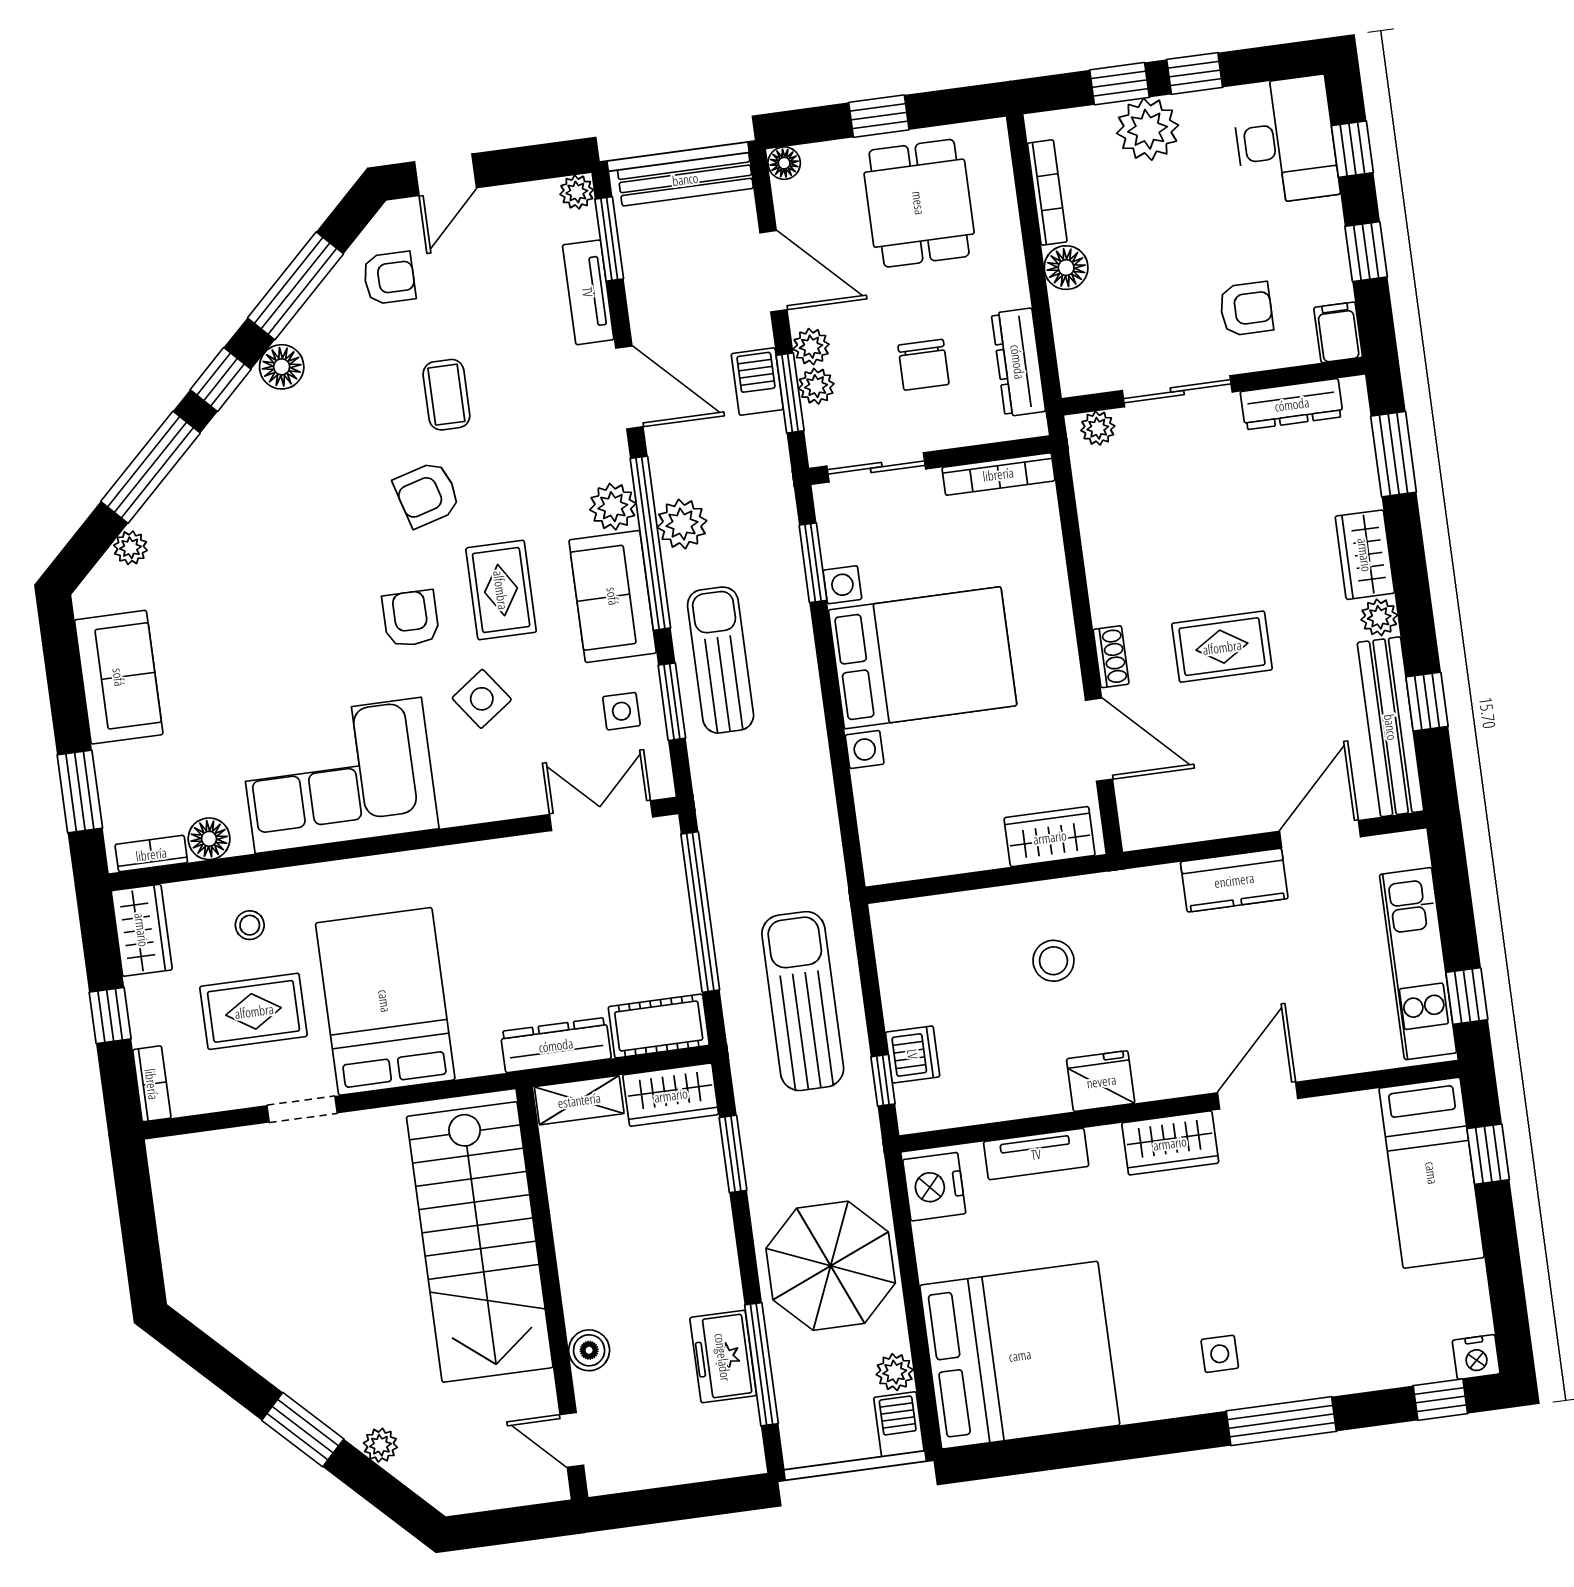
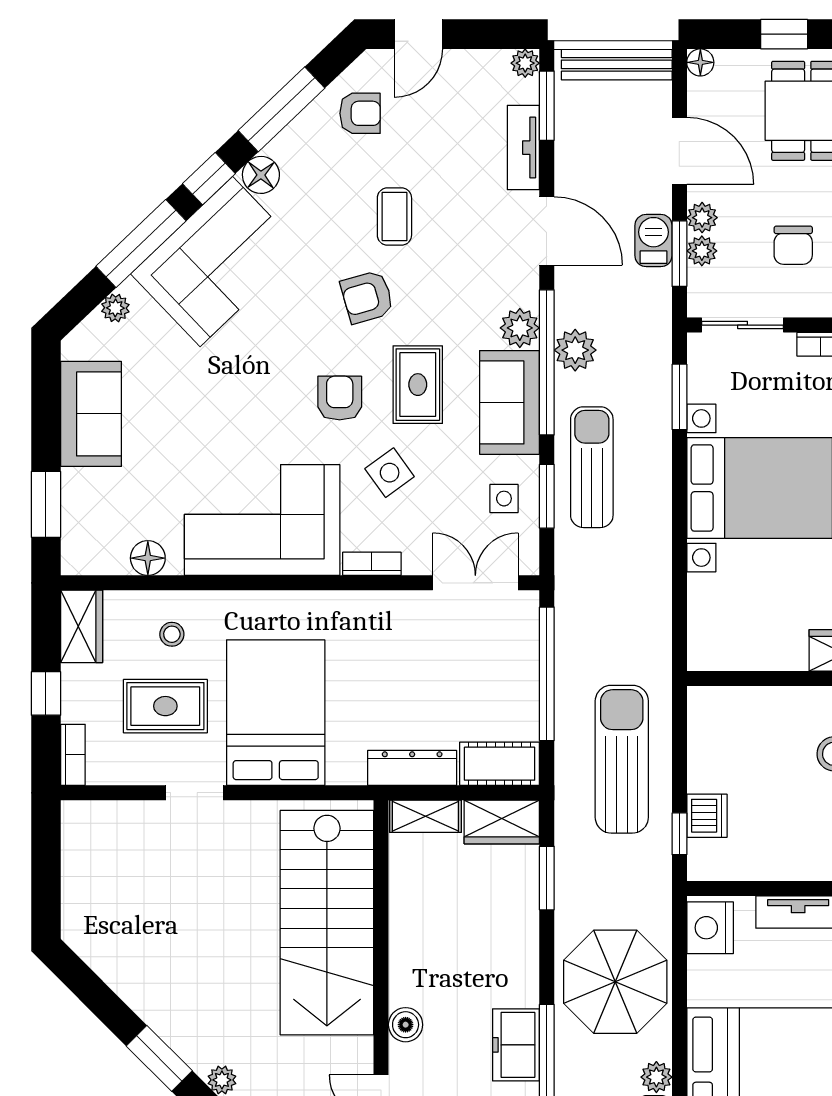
corner sofa: (243, 477) -> (216, 262), added
bookcase: (151, 854) -> (372, 564), moved

